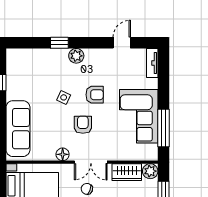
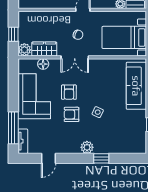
armchair: (83, 125) -> (69, 92), moved
window: (163, 128) -> (13, 128), moved
floor lamp: (63, 154) -> (43, 64), moved
double door: (91, 162) -> (75, 57), swing flipped

